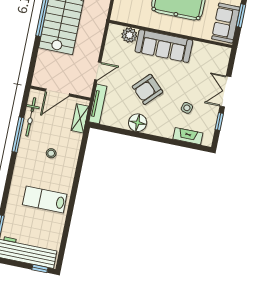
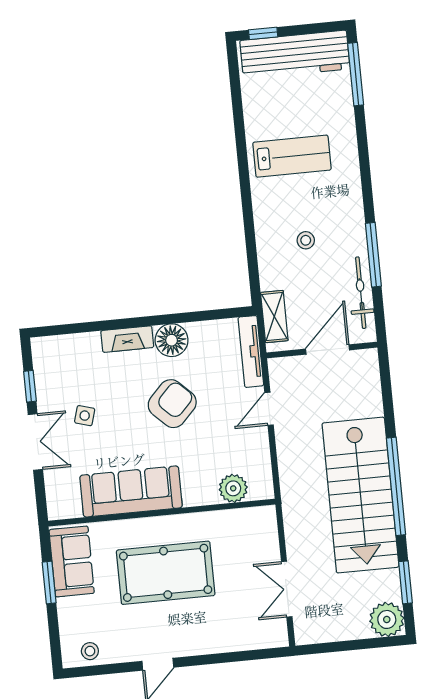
sofa: (164, 46) -> (131, 491), moved
side table: (187, 108) -> (85, 416), moved
fireplace: (188, 136) -> (127, 339), moved

